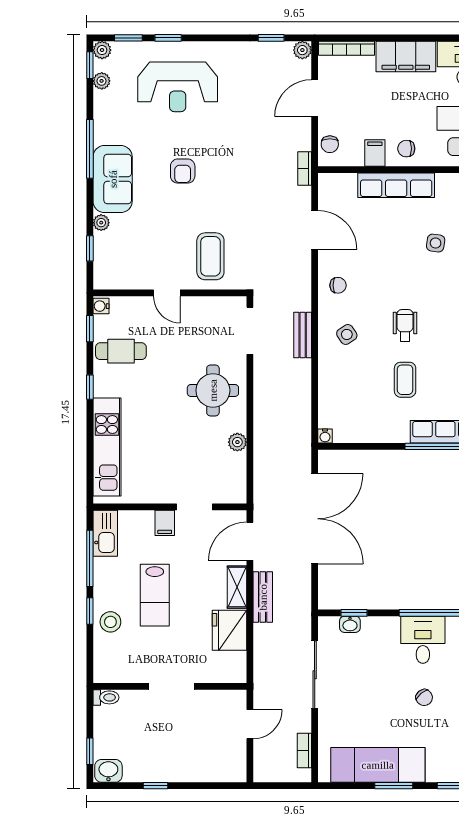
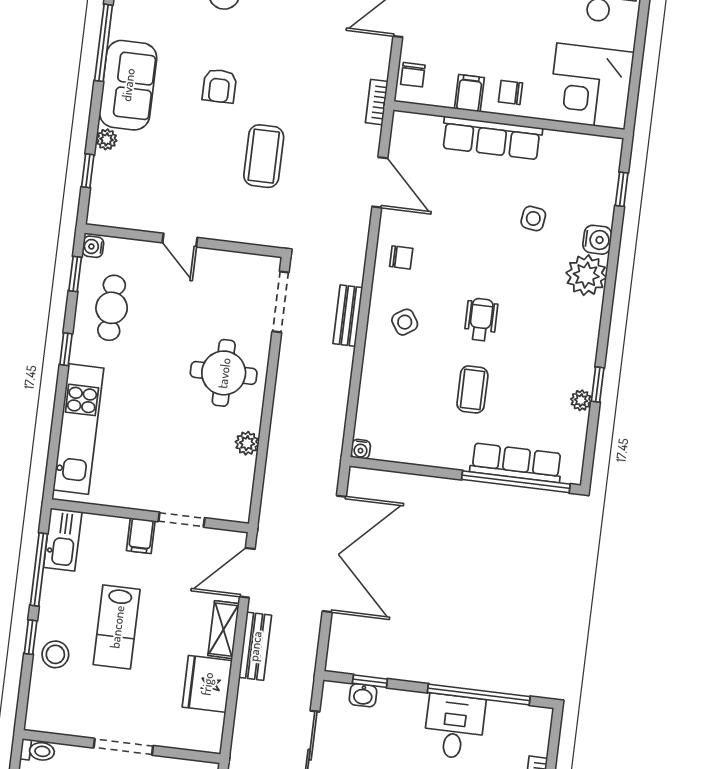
coffee table: (210, 256) -> (264, 156), moved
cafe table: (121, 351) -> (112, 308), turned 90

